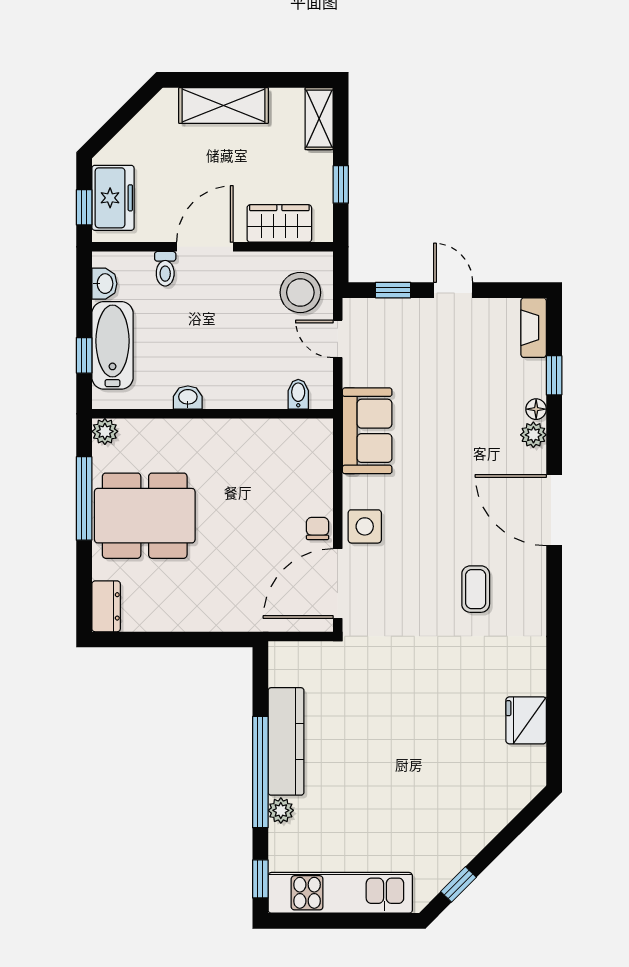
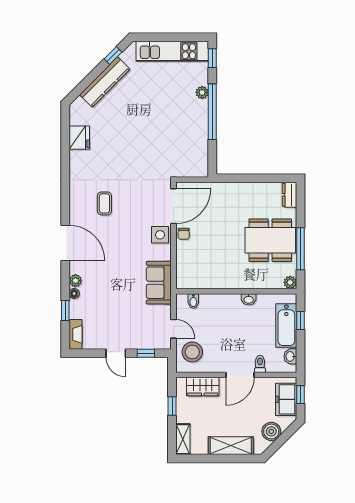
boiler: (143, 134) -> (271, 431), added
kitchen counter: (286, 741) -> (105, 82), moved, turned -135

